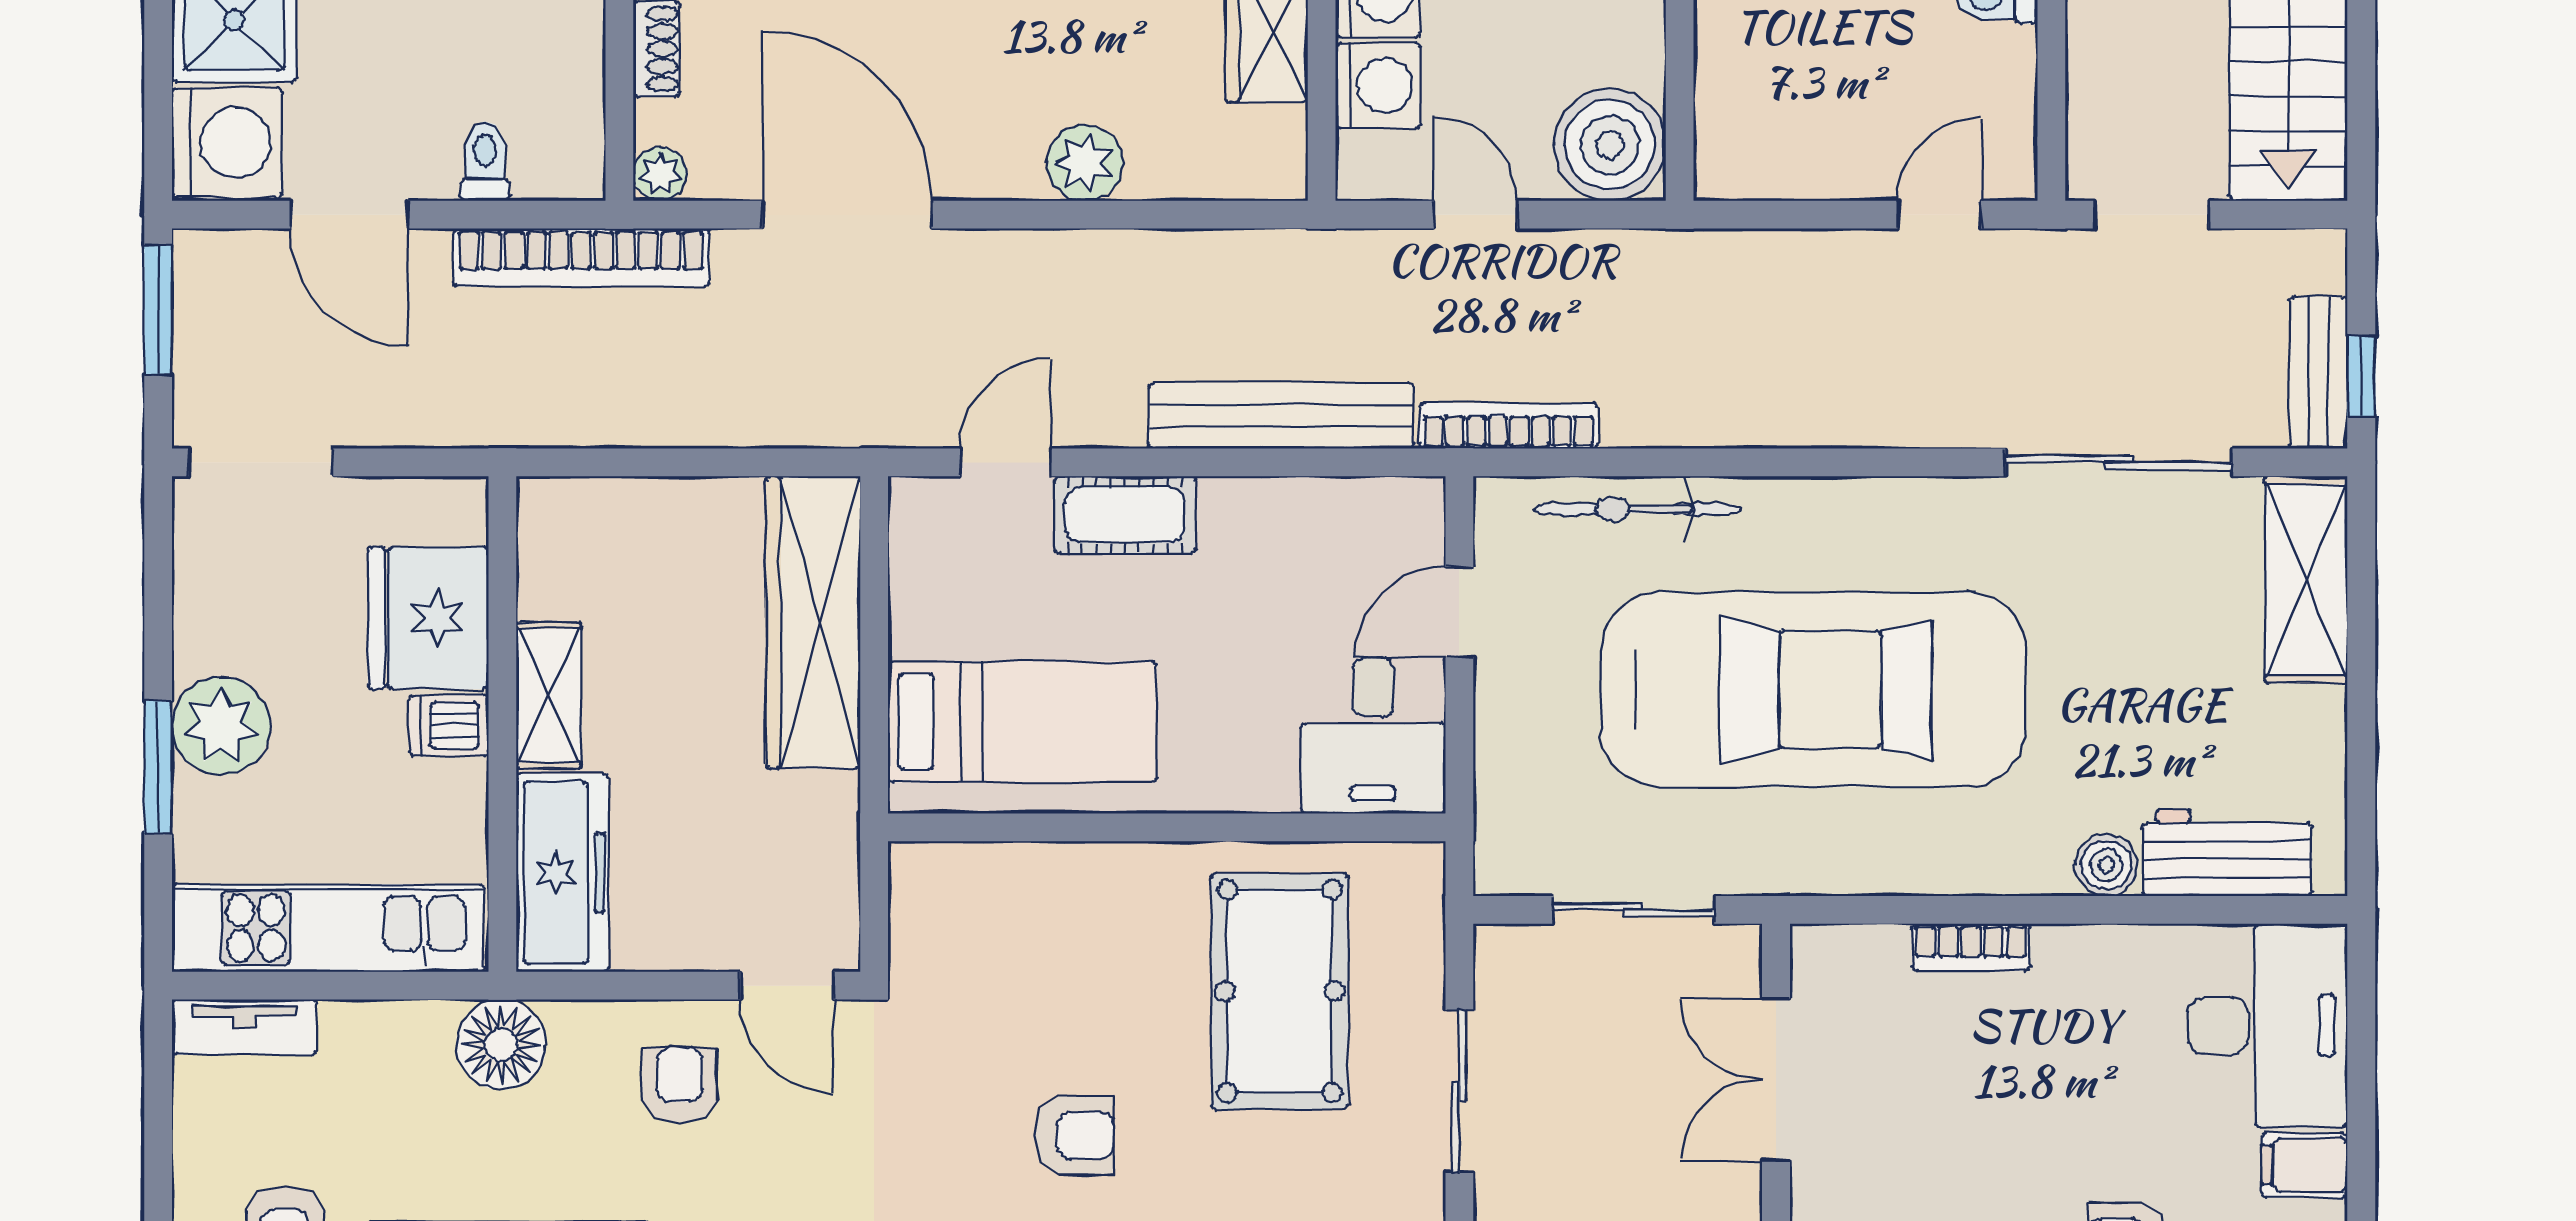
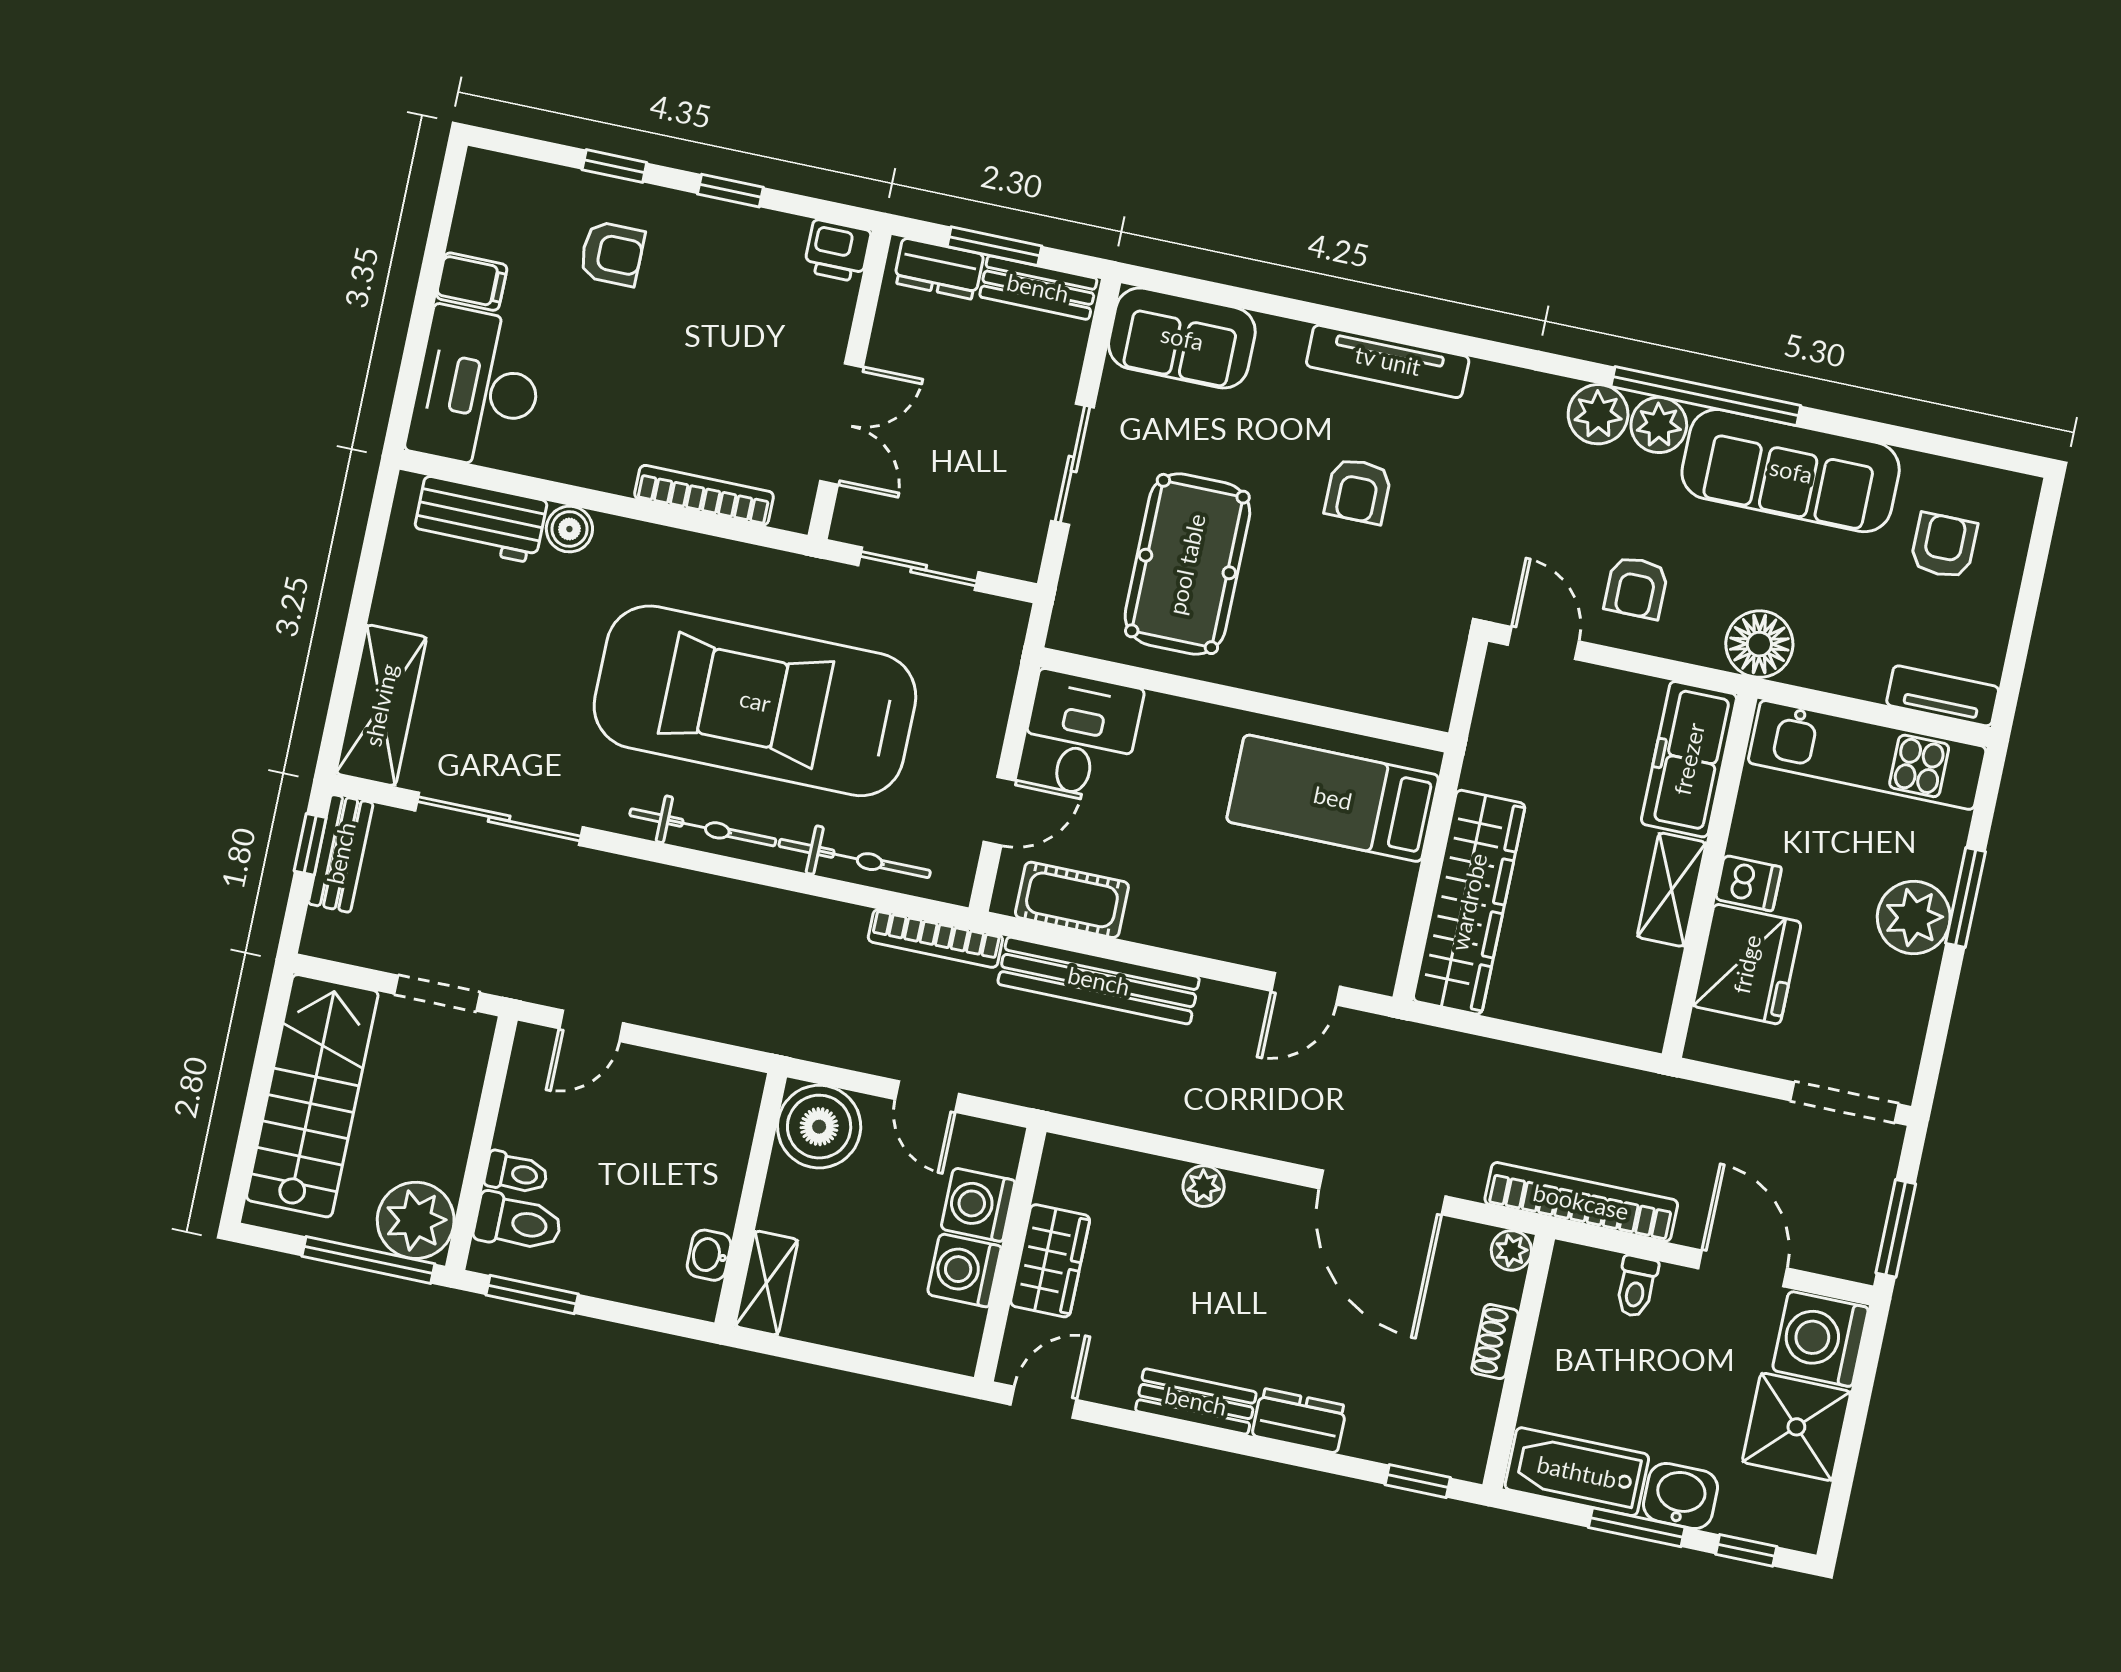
plant: (1085, 163) -> (1204, 1186), width x0.73, depth x0.73
bicycle: (1847, 508) -> (703, 827), added
cot: (1125, 515) -> (1072, 900), moved
bookcase: (1971, 947) -> (704, 495), width x1.56
armchair: (1074, 1135) -> (1358, 491), turned -90

